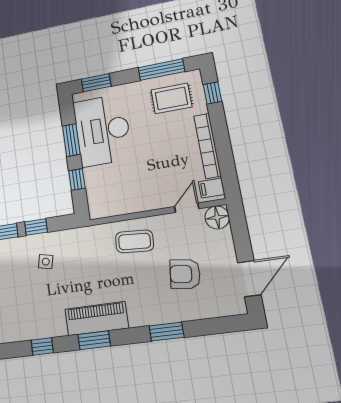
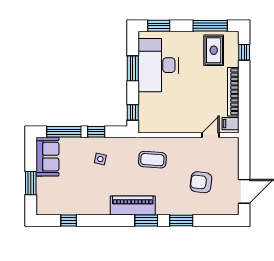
rug: (171, 98) -> (214, 50), turned 90
window: (77, 179) -> (133, 112), moved
floor lamp: (217, 217) -> (230, 145), removed
coffee table: (134, 241) -> (152, 160), moved
window: (94, 340) -> (146, 220), moved
window: (42, 346) -> (69, 220), moved

